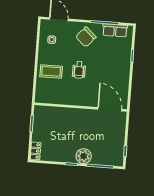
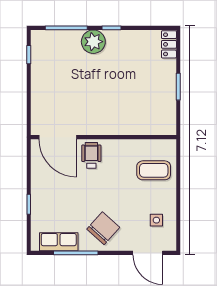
wheelchair: (79, 70) -> (91, 155), moved
wall: (81, 107) -> (103, 137), moved
door: (110, 109) -> (58, 137), moved

